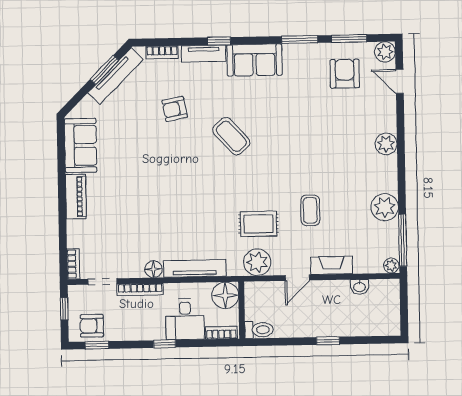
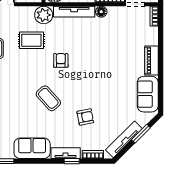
window: (219, 41) -> (72, 161), moved
window: (104, 70) -> (141, 134), moved
armchair: (213, 194) -> (61, 60), added
plant: (257, 262) -> (44, 15), moved

